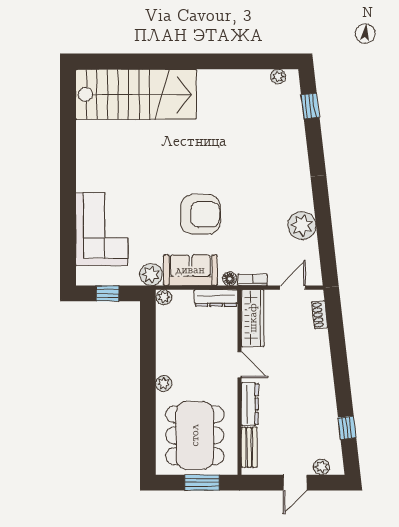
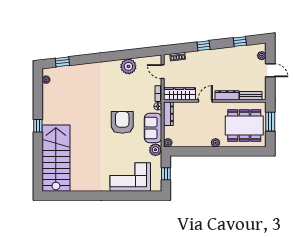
window: (194, 61) -> (38, 126), added
window: (339, 362) -> (203, 46), added

